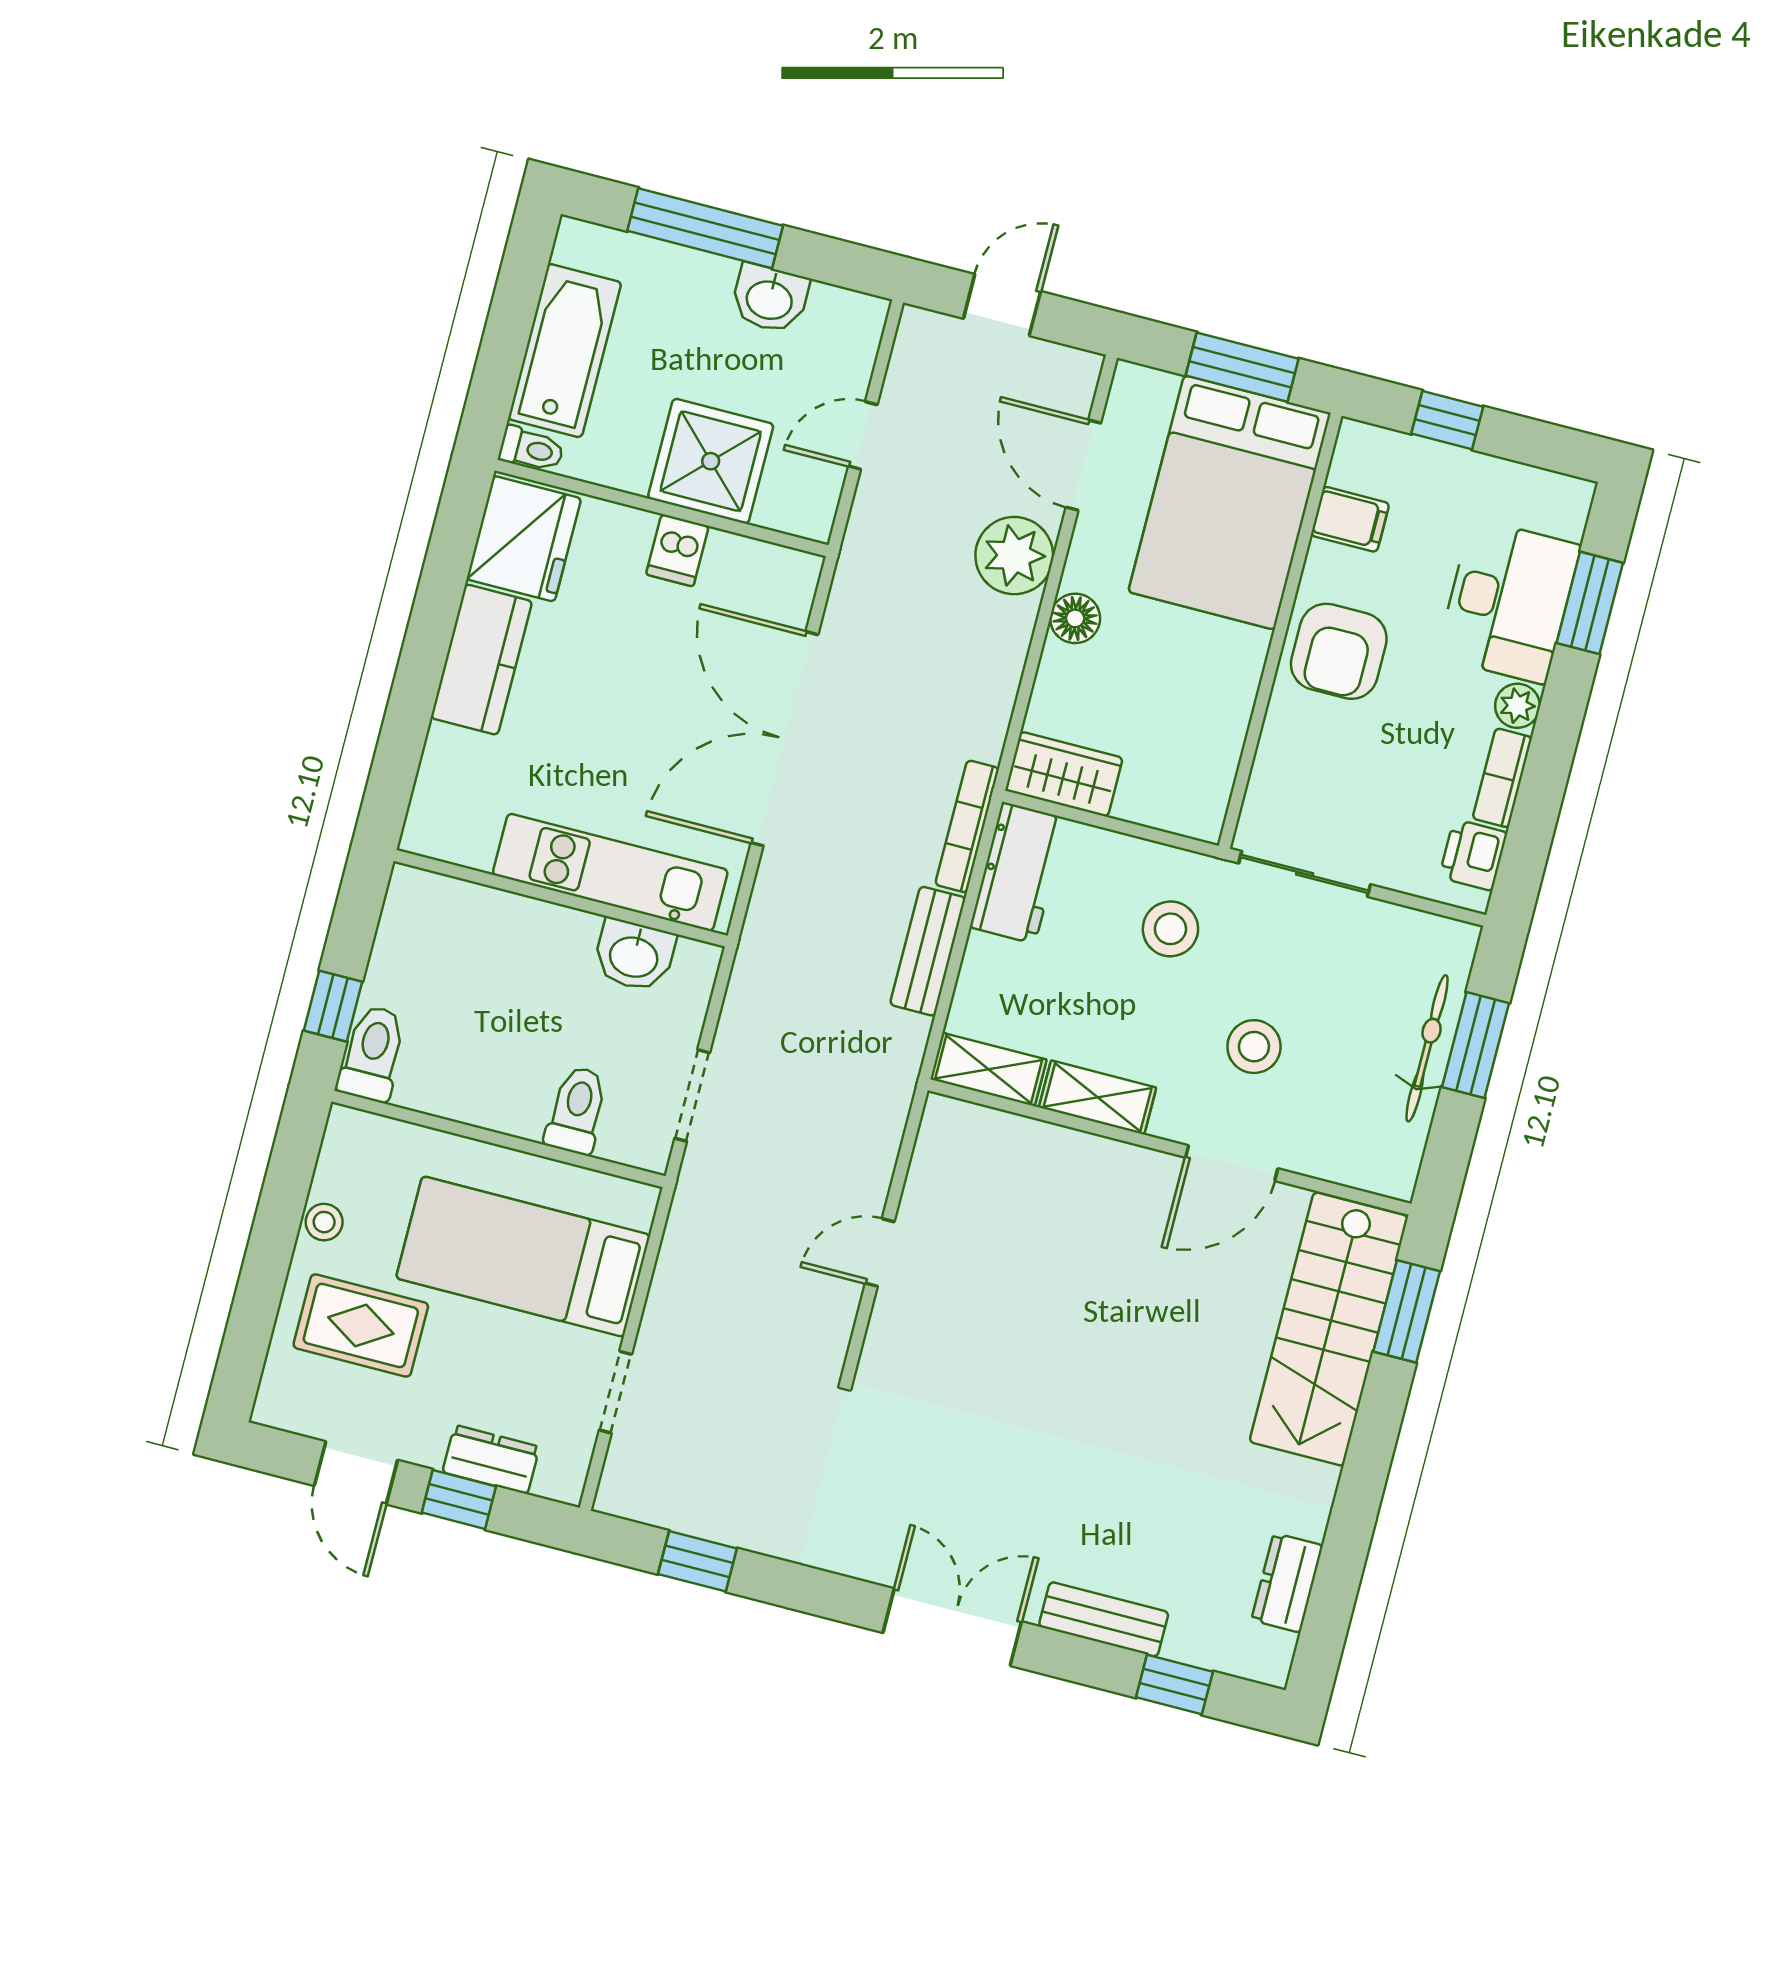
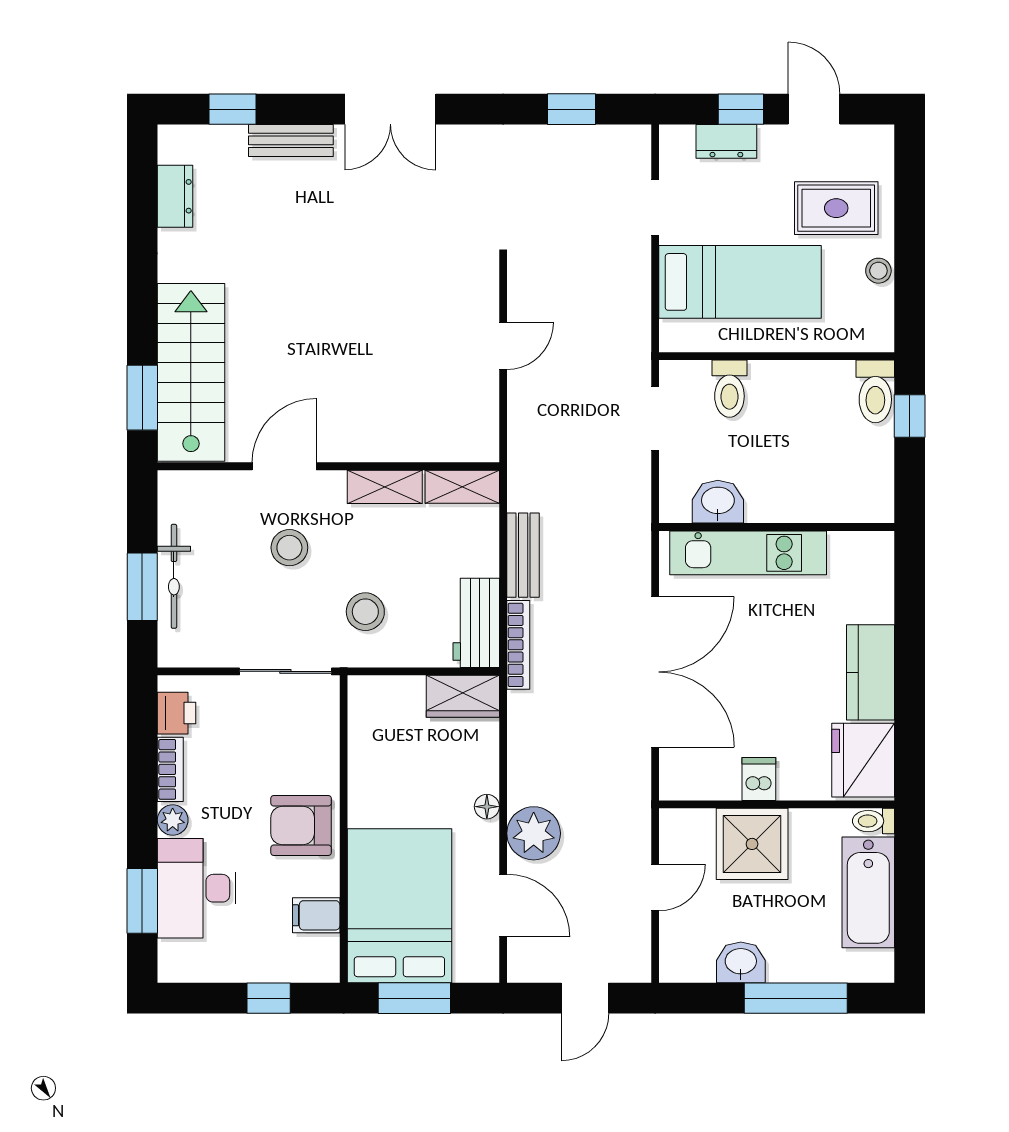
floor lamp: (1075, 618) -> (487, 807), width x0.73, depth x0.73
armchair: (1339, 651) -> (301, 825), turned -90

